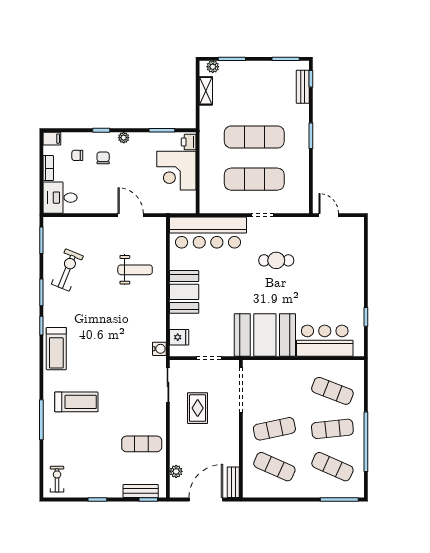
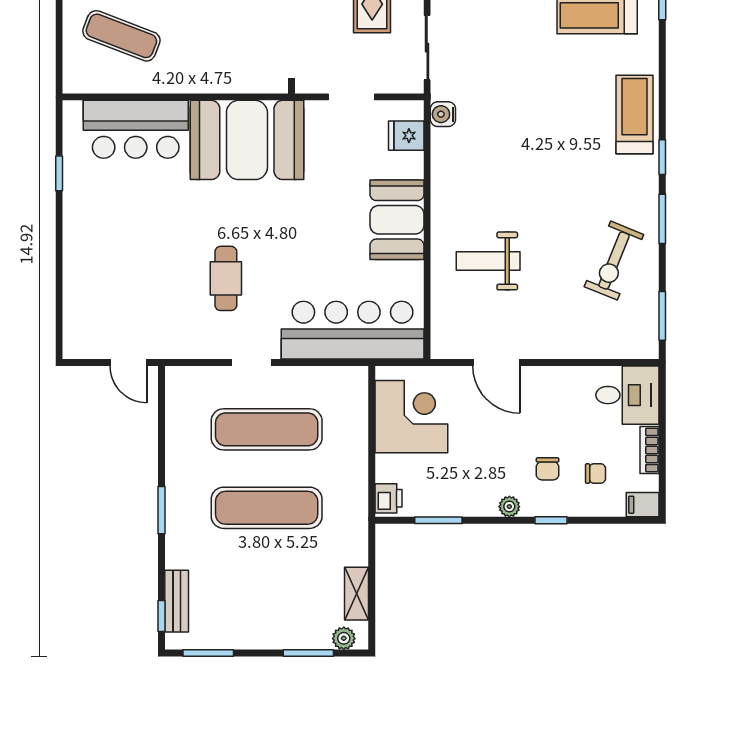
corner desk: (176, 171) -> (411, 417), moved
cafe table: (276, 260) -> (226, 278), turned 90

